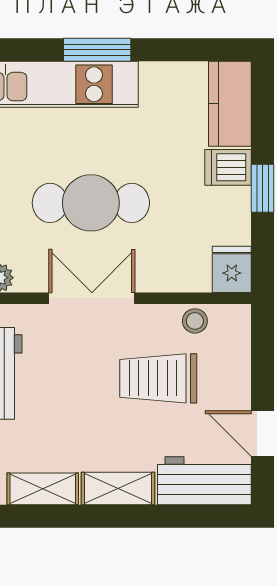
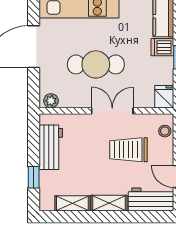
double door: (92, 298) -> (112, 111), moved
stool: (195, 321) -> (165, 131), moved

